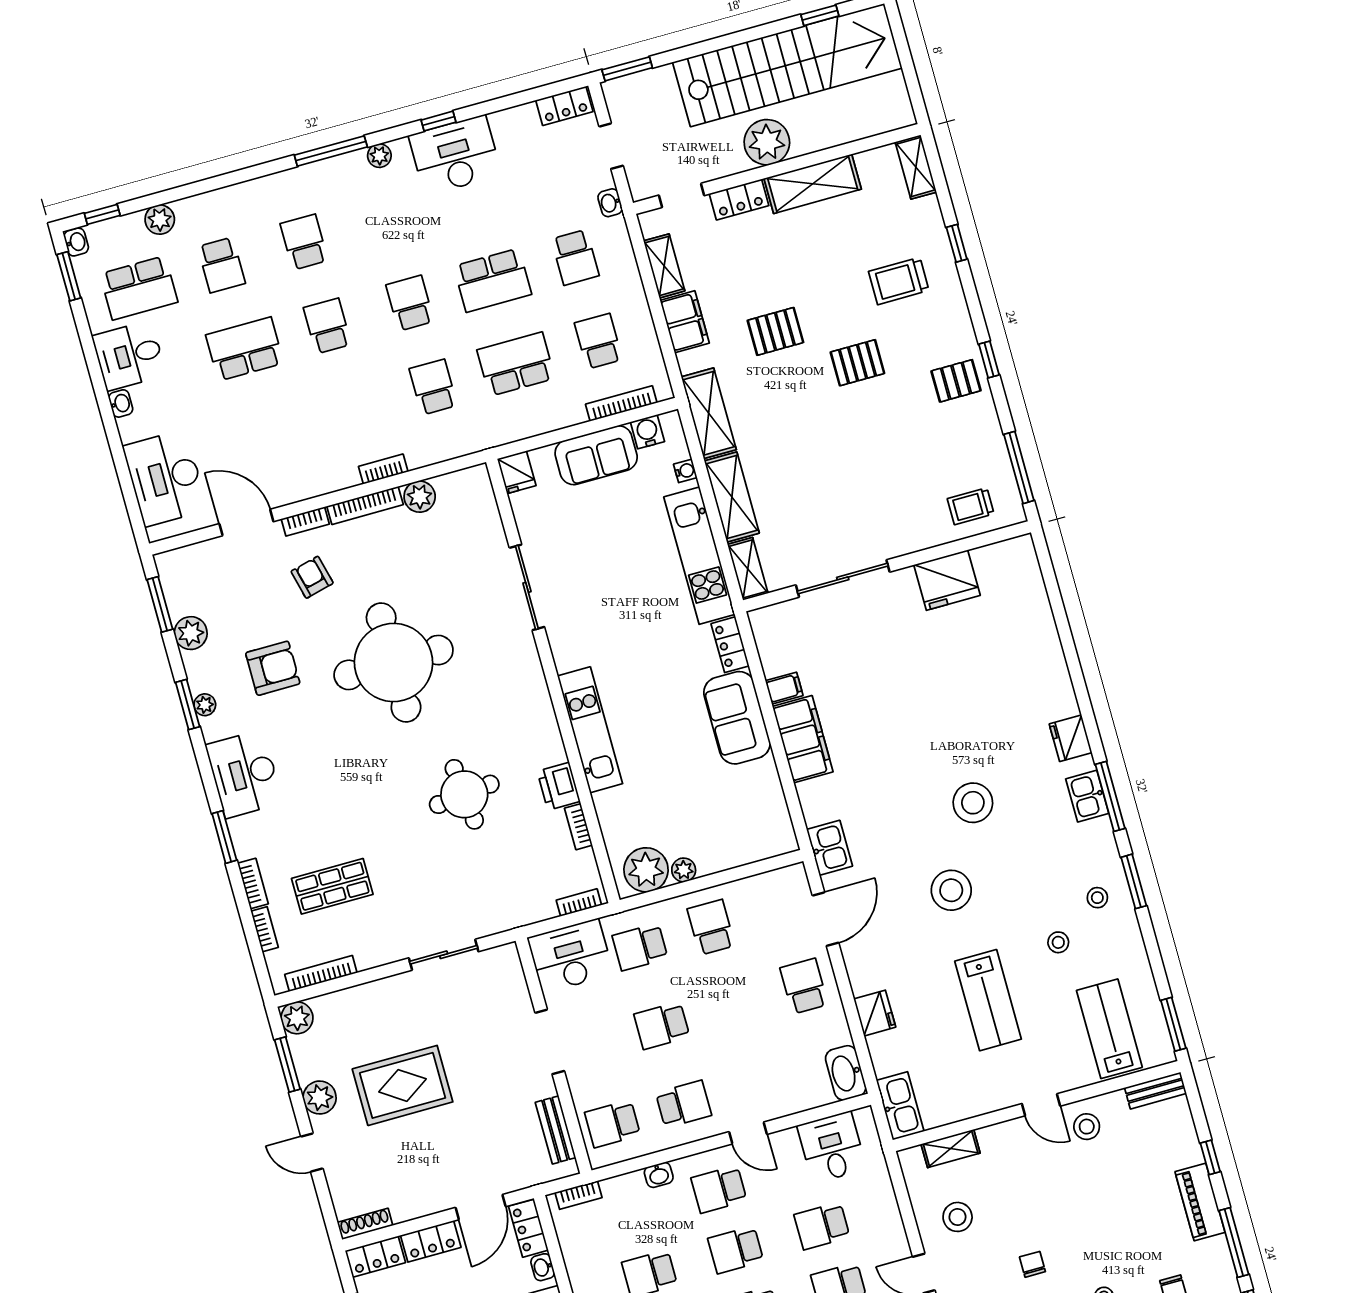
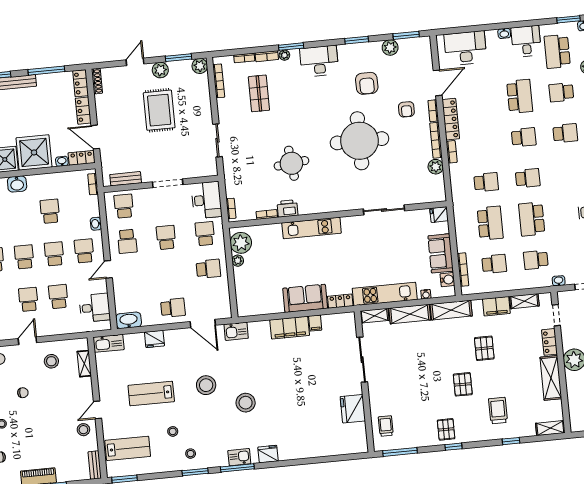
locker: (316, 483) -> (451, 119), added
armchair: (312, 577) -> (406, 109), turned 104
plant: (205, 705) -> (284, 55), moved

